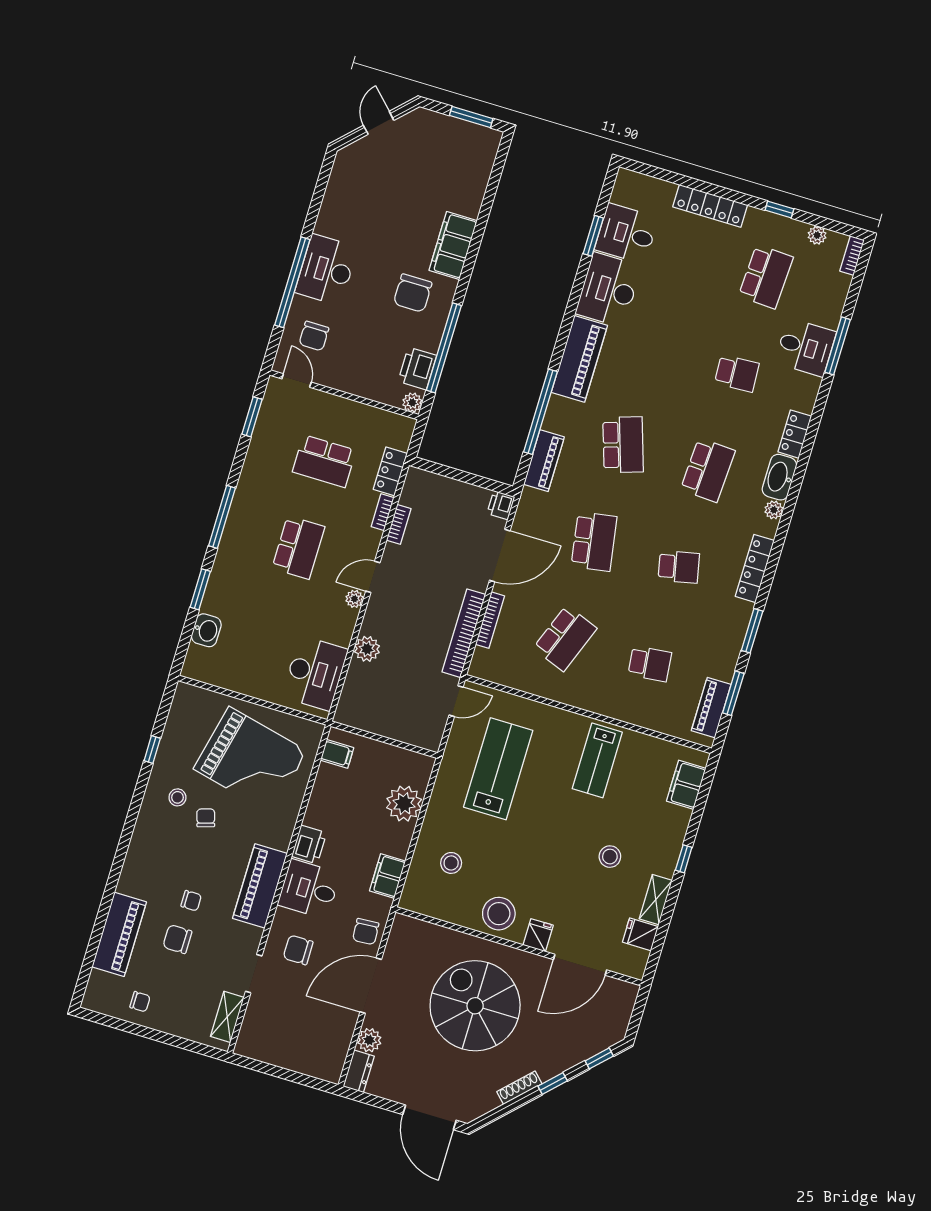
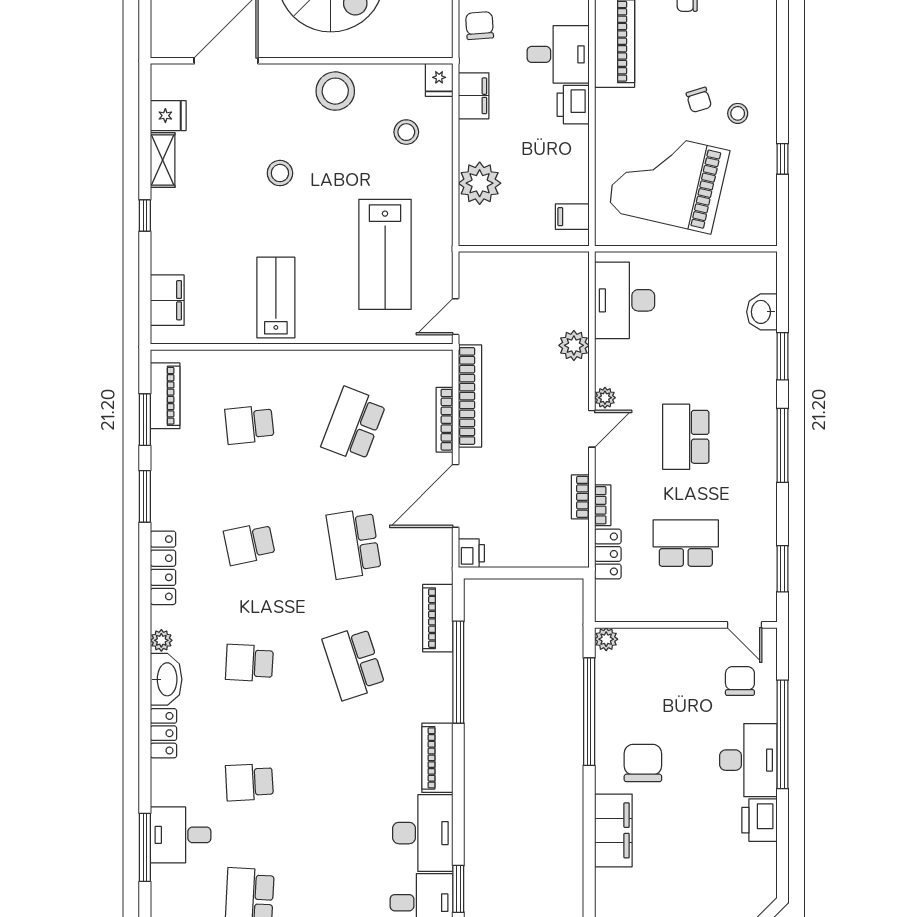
piano: (579, 359) -> (437, 758), width x0.73, depth x0.75
printer: (417, 368) -> (759, 820), moved, turned 180
school desk: (708, 470) -> (249, 663), width x0.54
stool: (610, 857) -> (280, 173), moved
fridge: (538, 935) -> (439, 80), moved

